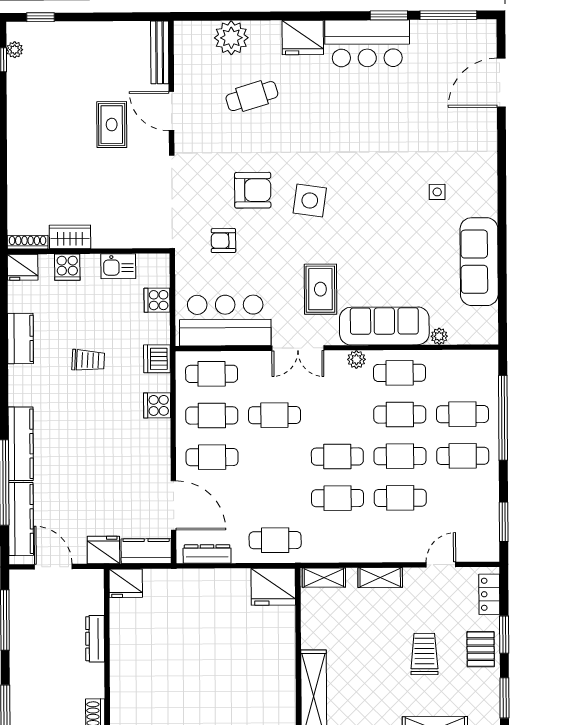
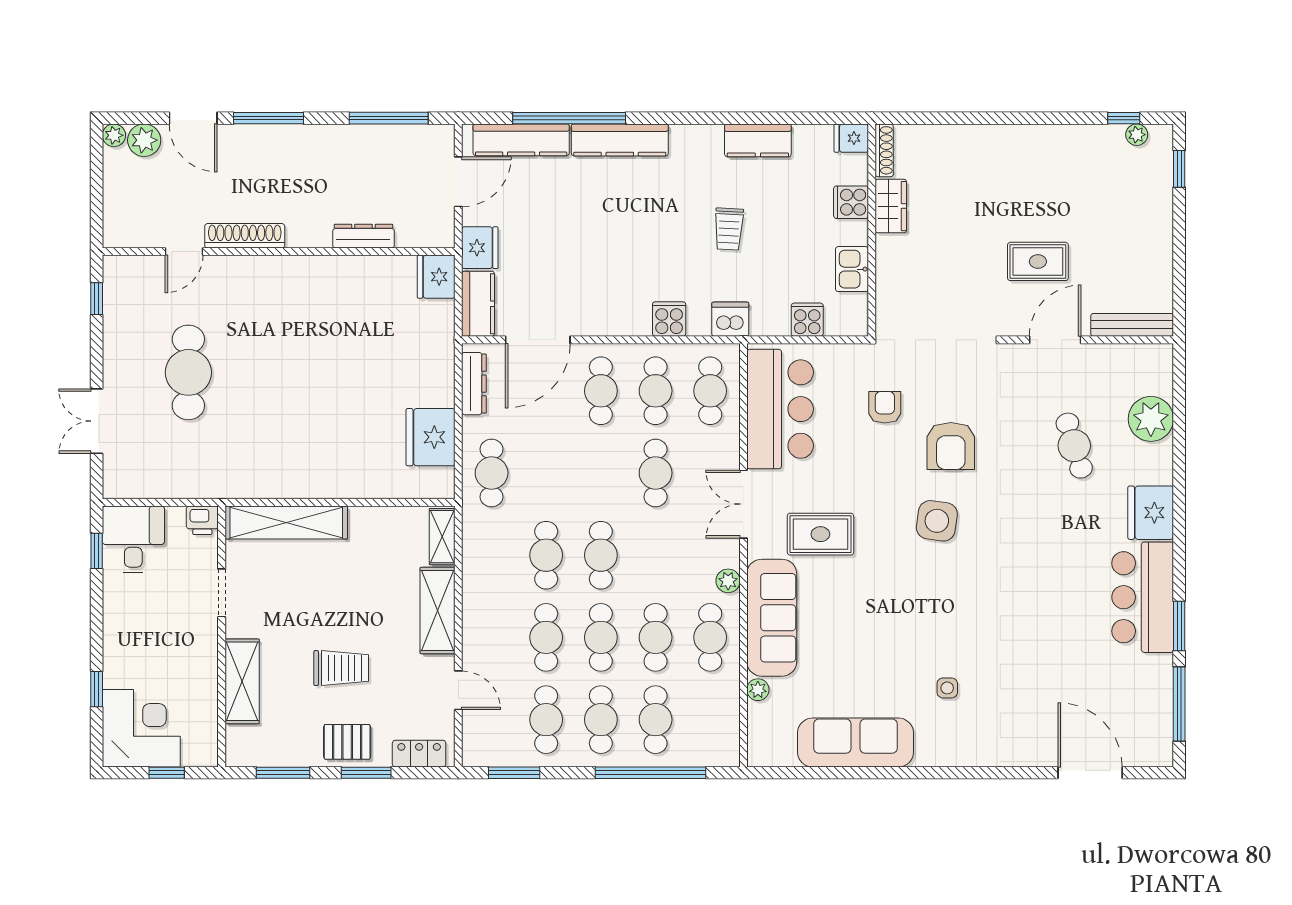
fridge: (23, 267) -> (851, 138), width x0.72
cafe table: (463, 498) -> (546, 720), added
shelving: (380, 577) -> (438, 611), width x1.50, depth x1.33
fridge: (273, 587) -> (430, 437), moved

